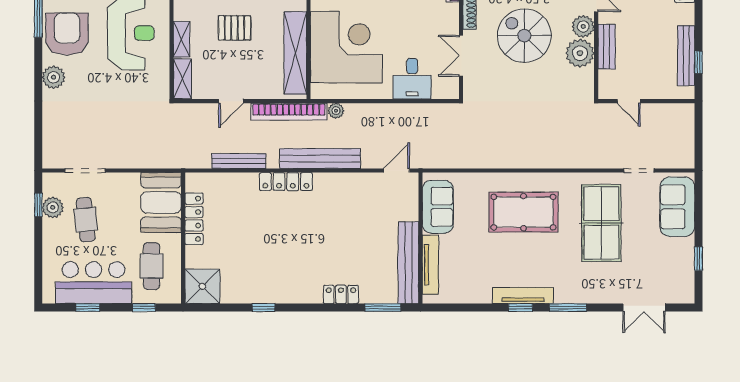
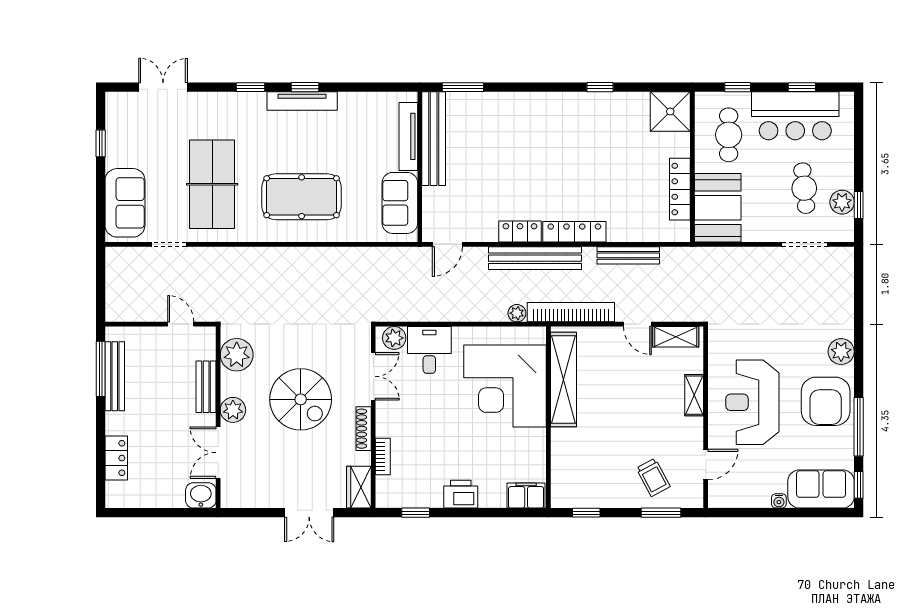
pallet: (234, 28) -> (633, 408), removed
plant: (580, 53) -> (237, 355), moved
window: (698, 62) -> (101, 369), width x2.17
shelving: (182, 79) -> (676, 337), moved, turned 90
plant: (443, 89) -> (394, 338), added
door: (231, 101) -> (637, 324), swing flipped
locker: (341, 294) -> (520, 232), moved, turned 180
window: (568, 308) -> (250, 87), width x0.67

